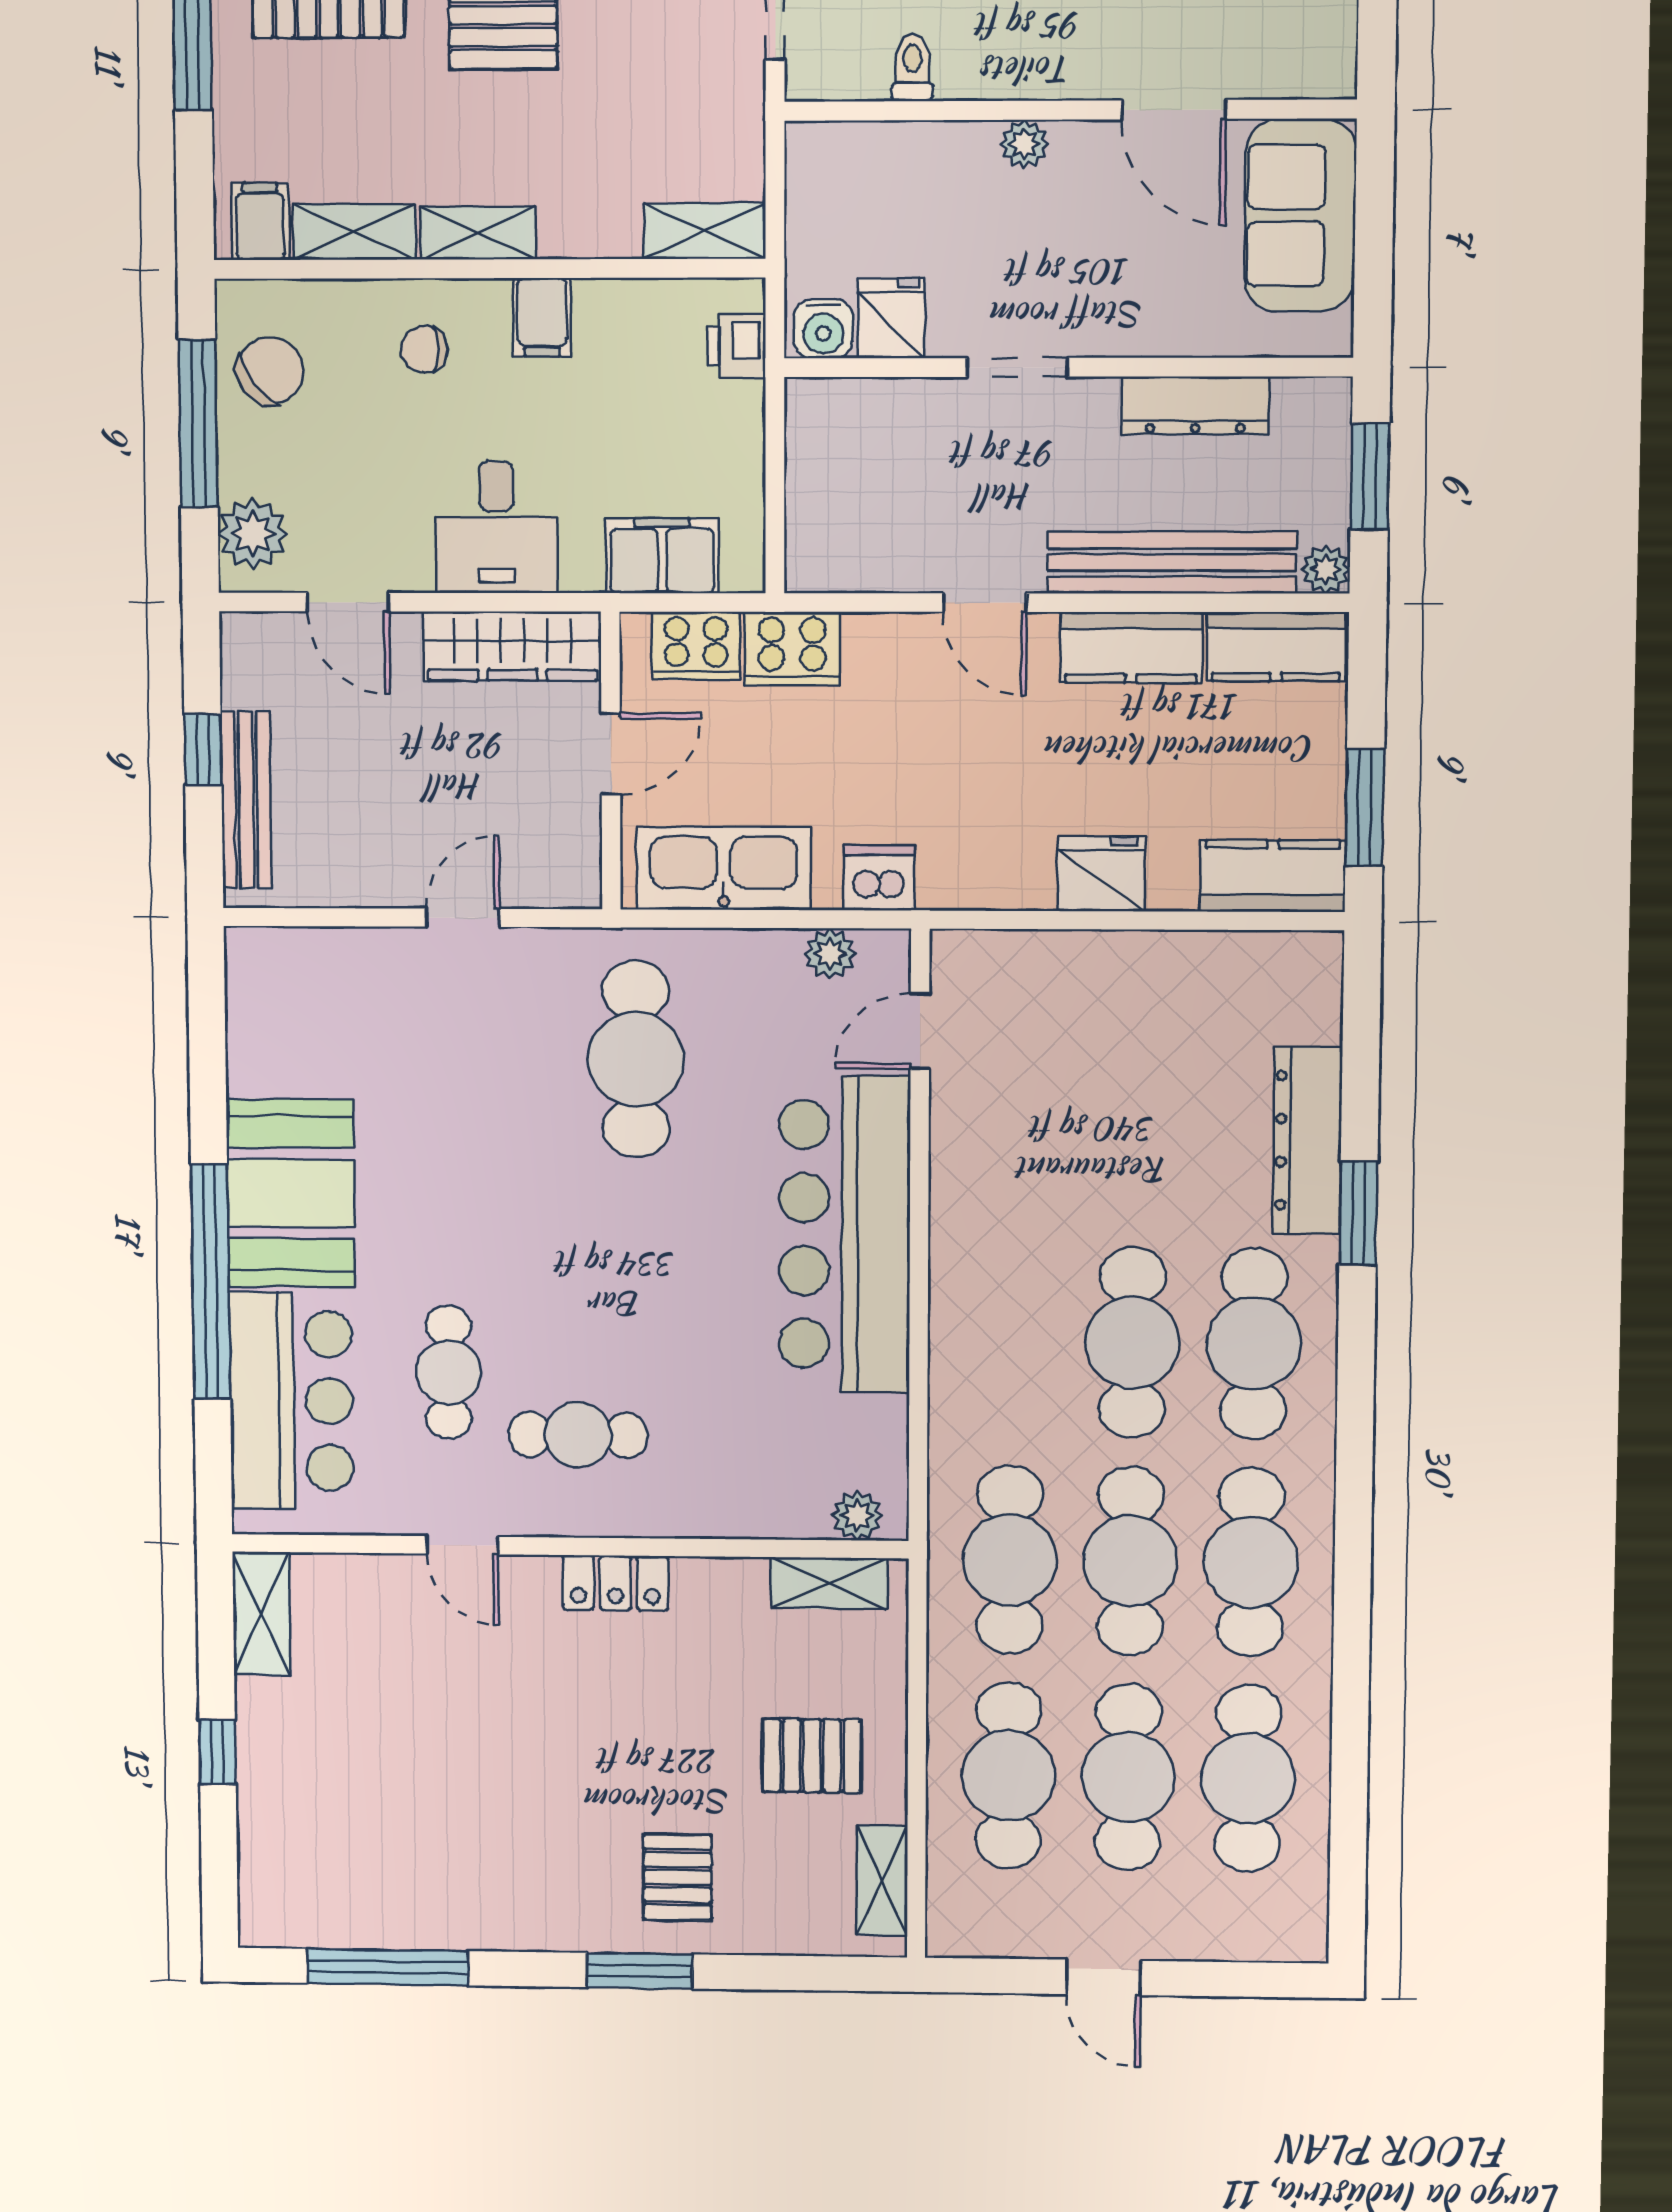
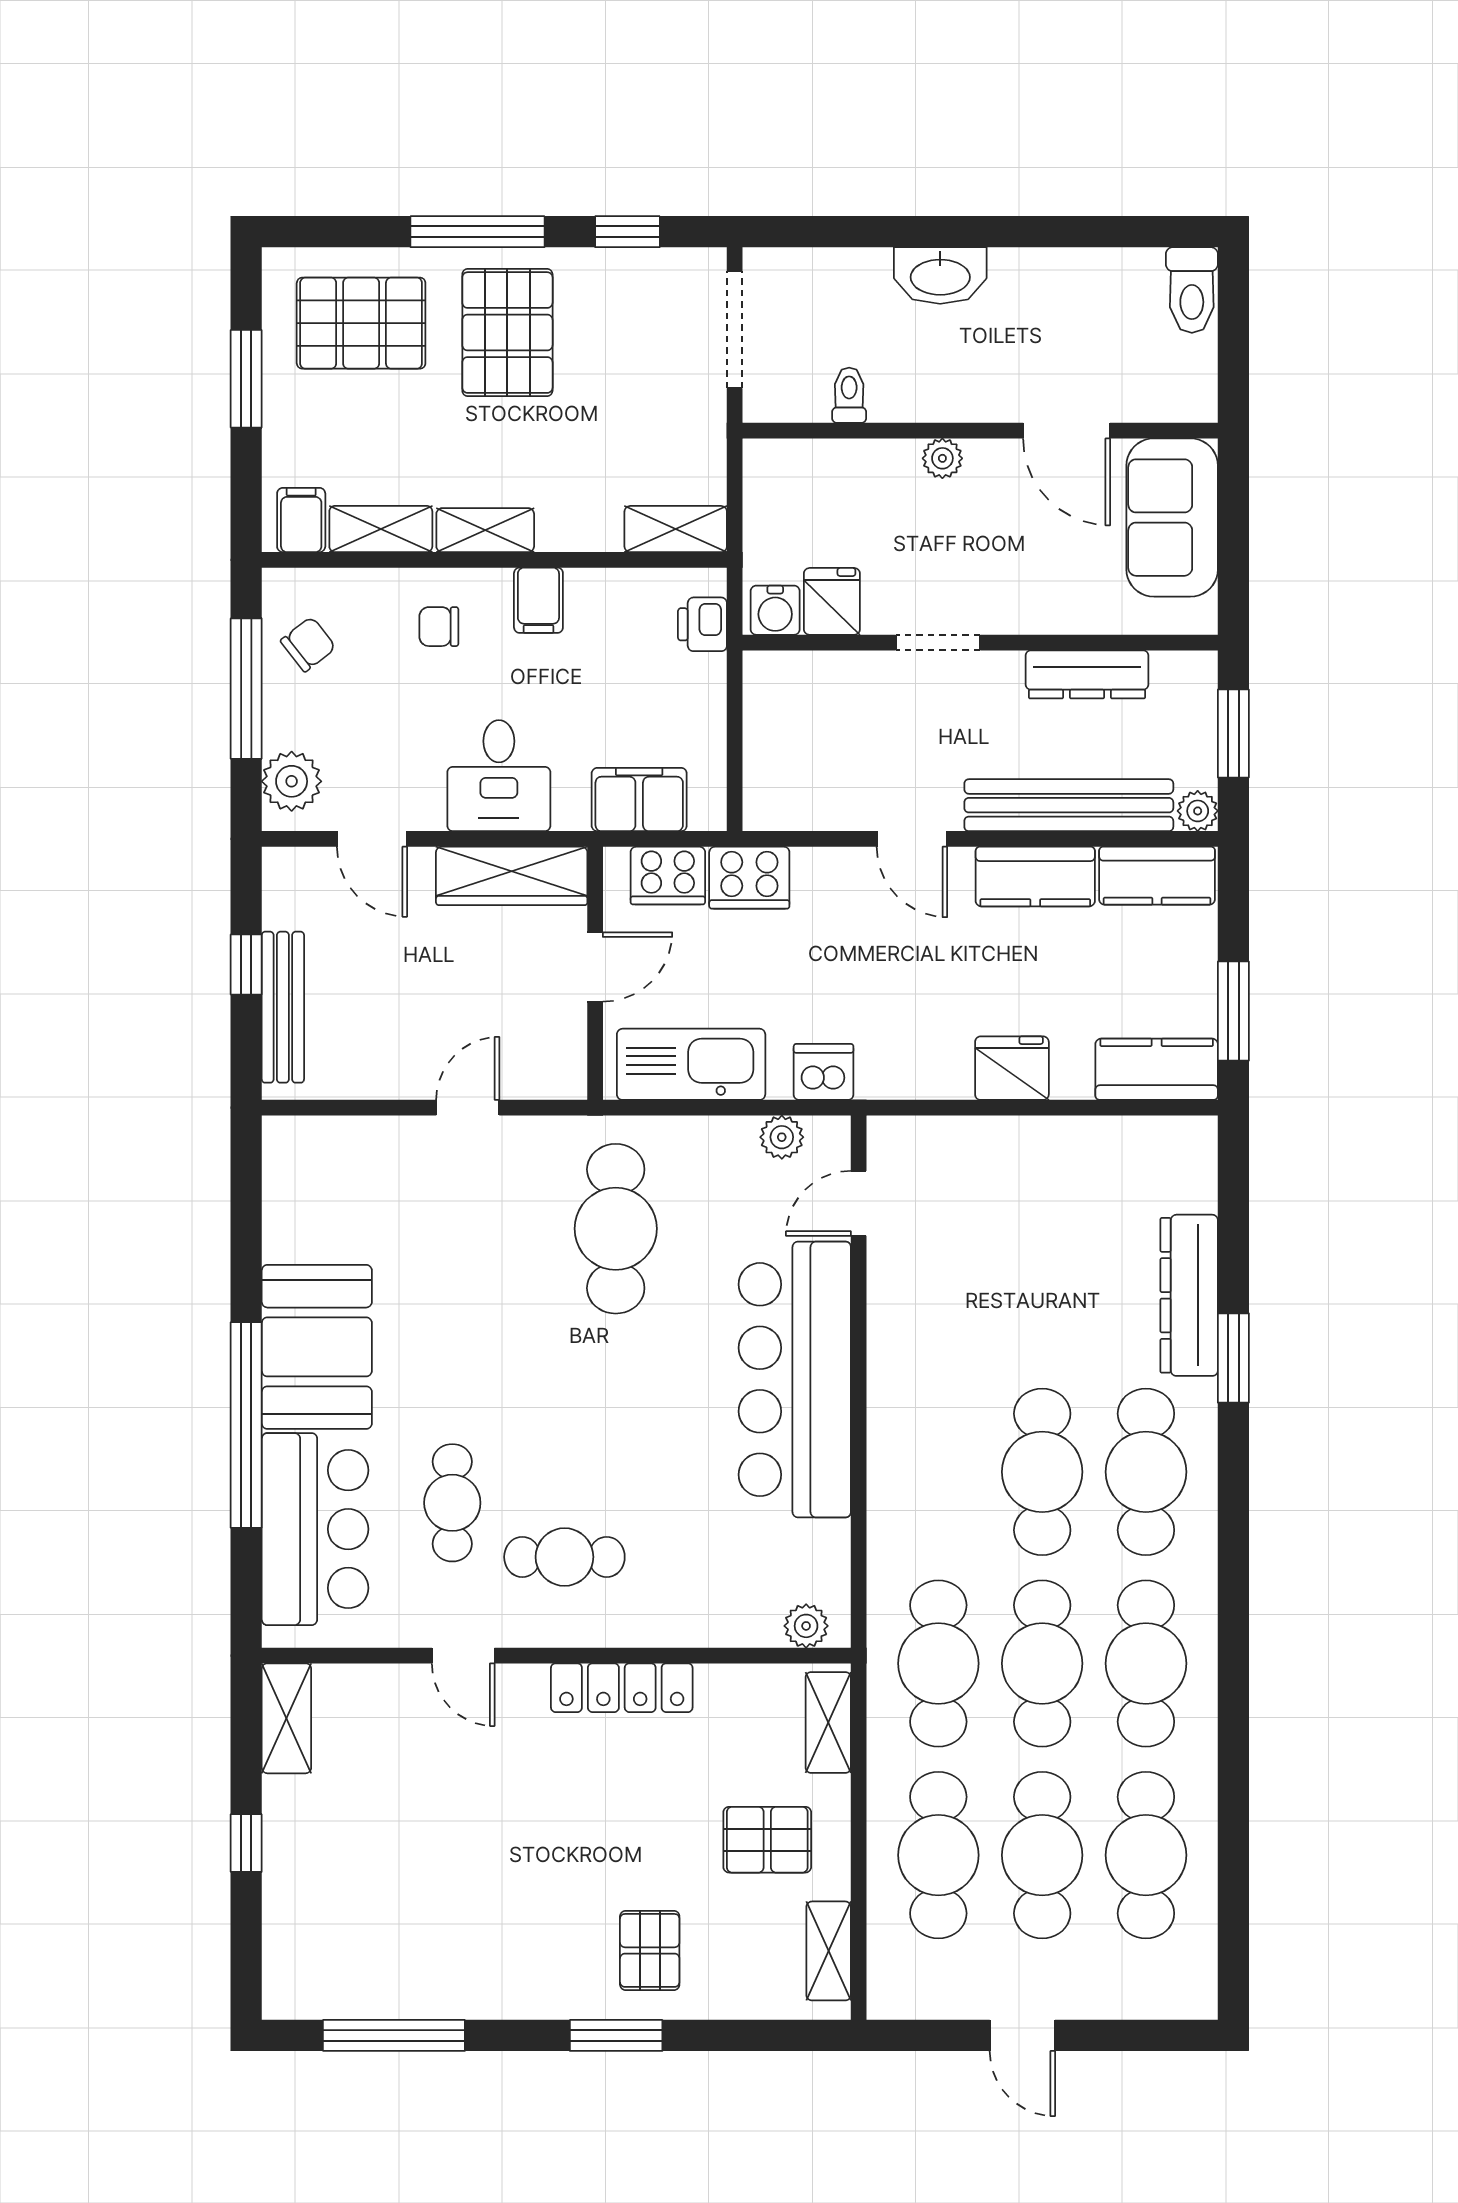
chair: (270, 371) -> (308, 644), width x0.73, depth x0.73
locker: (615, 1583) -> (622, 1688), width x1.53
shelving: (829, 1583) -> (828, 1722), moved, turned 90

